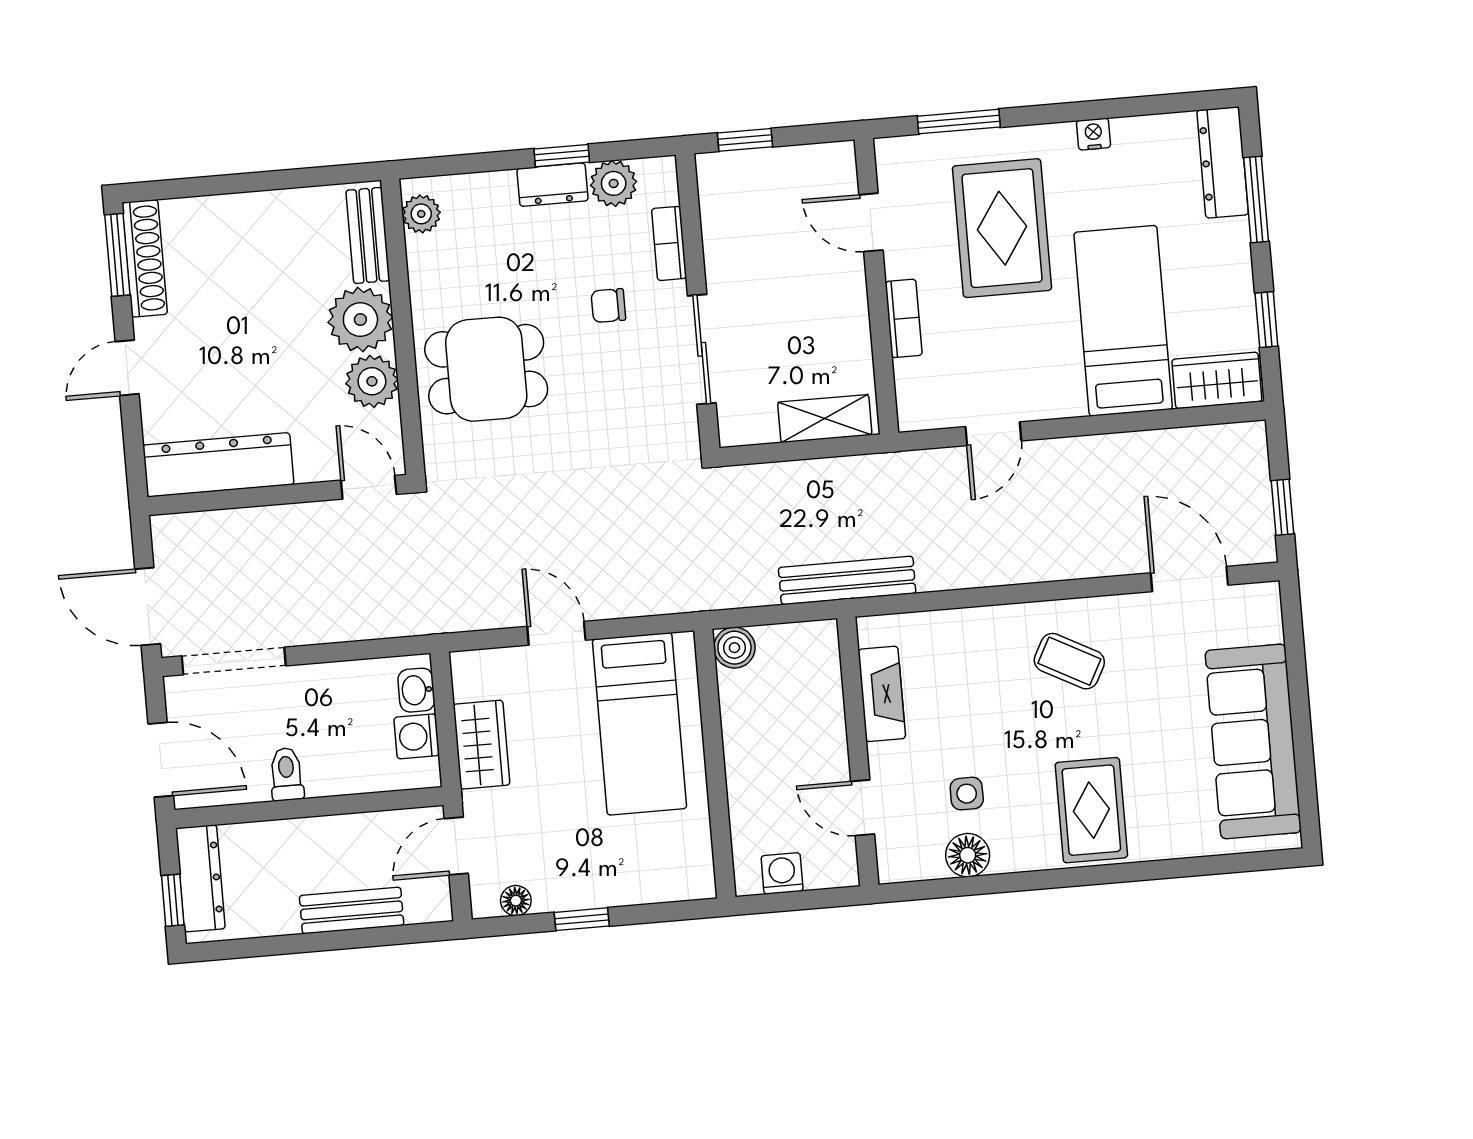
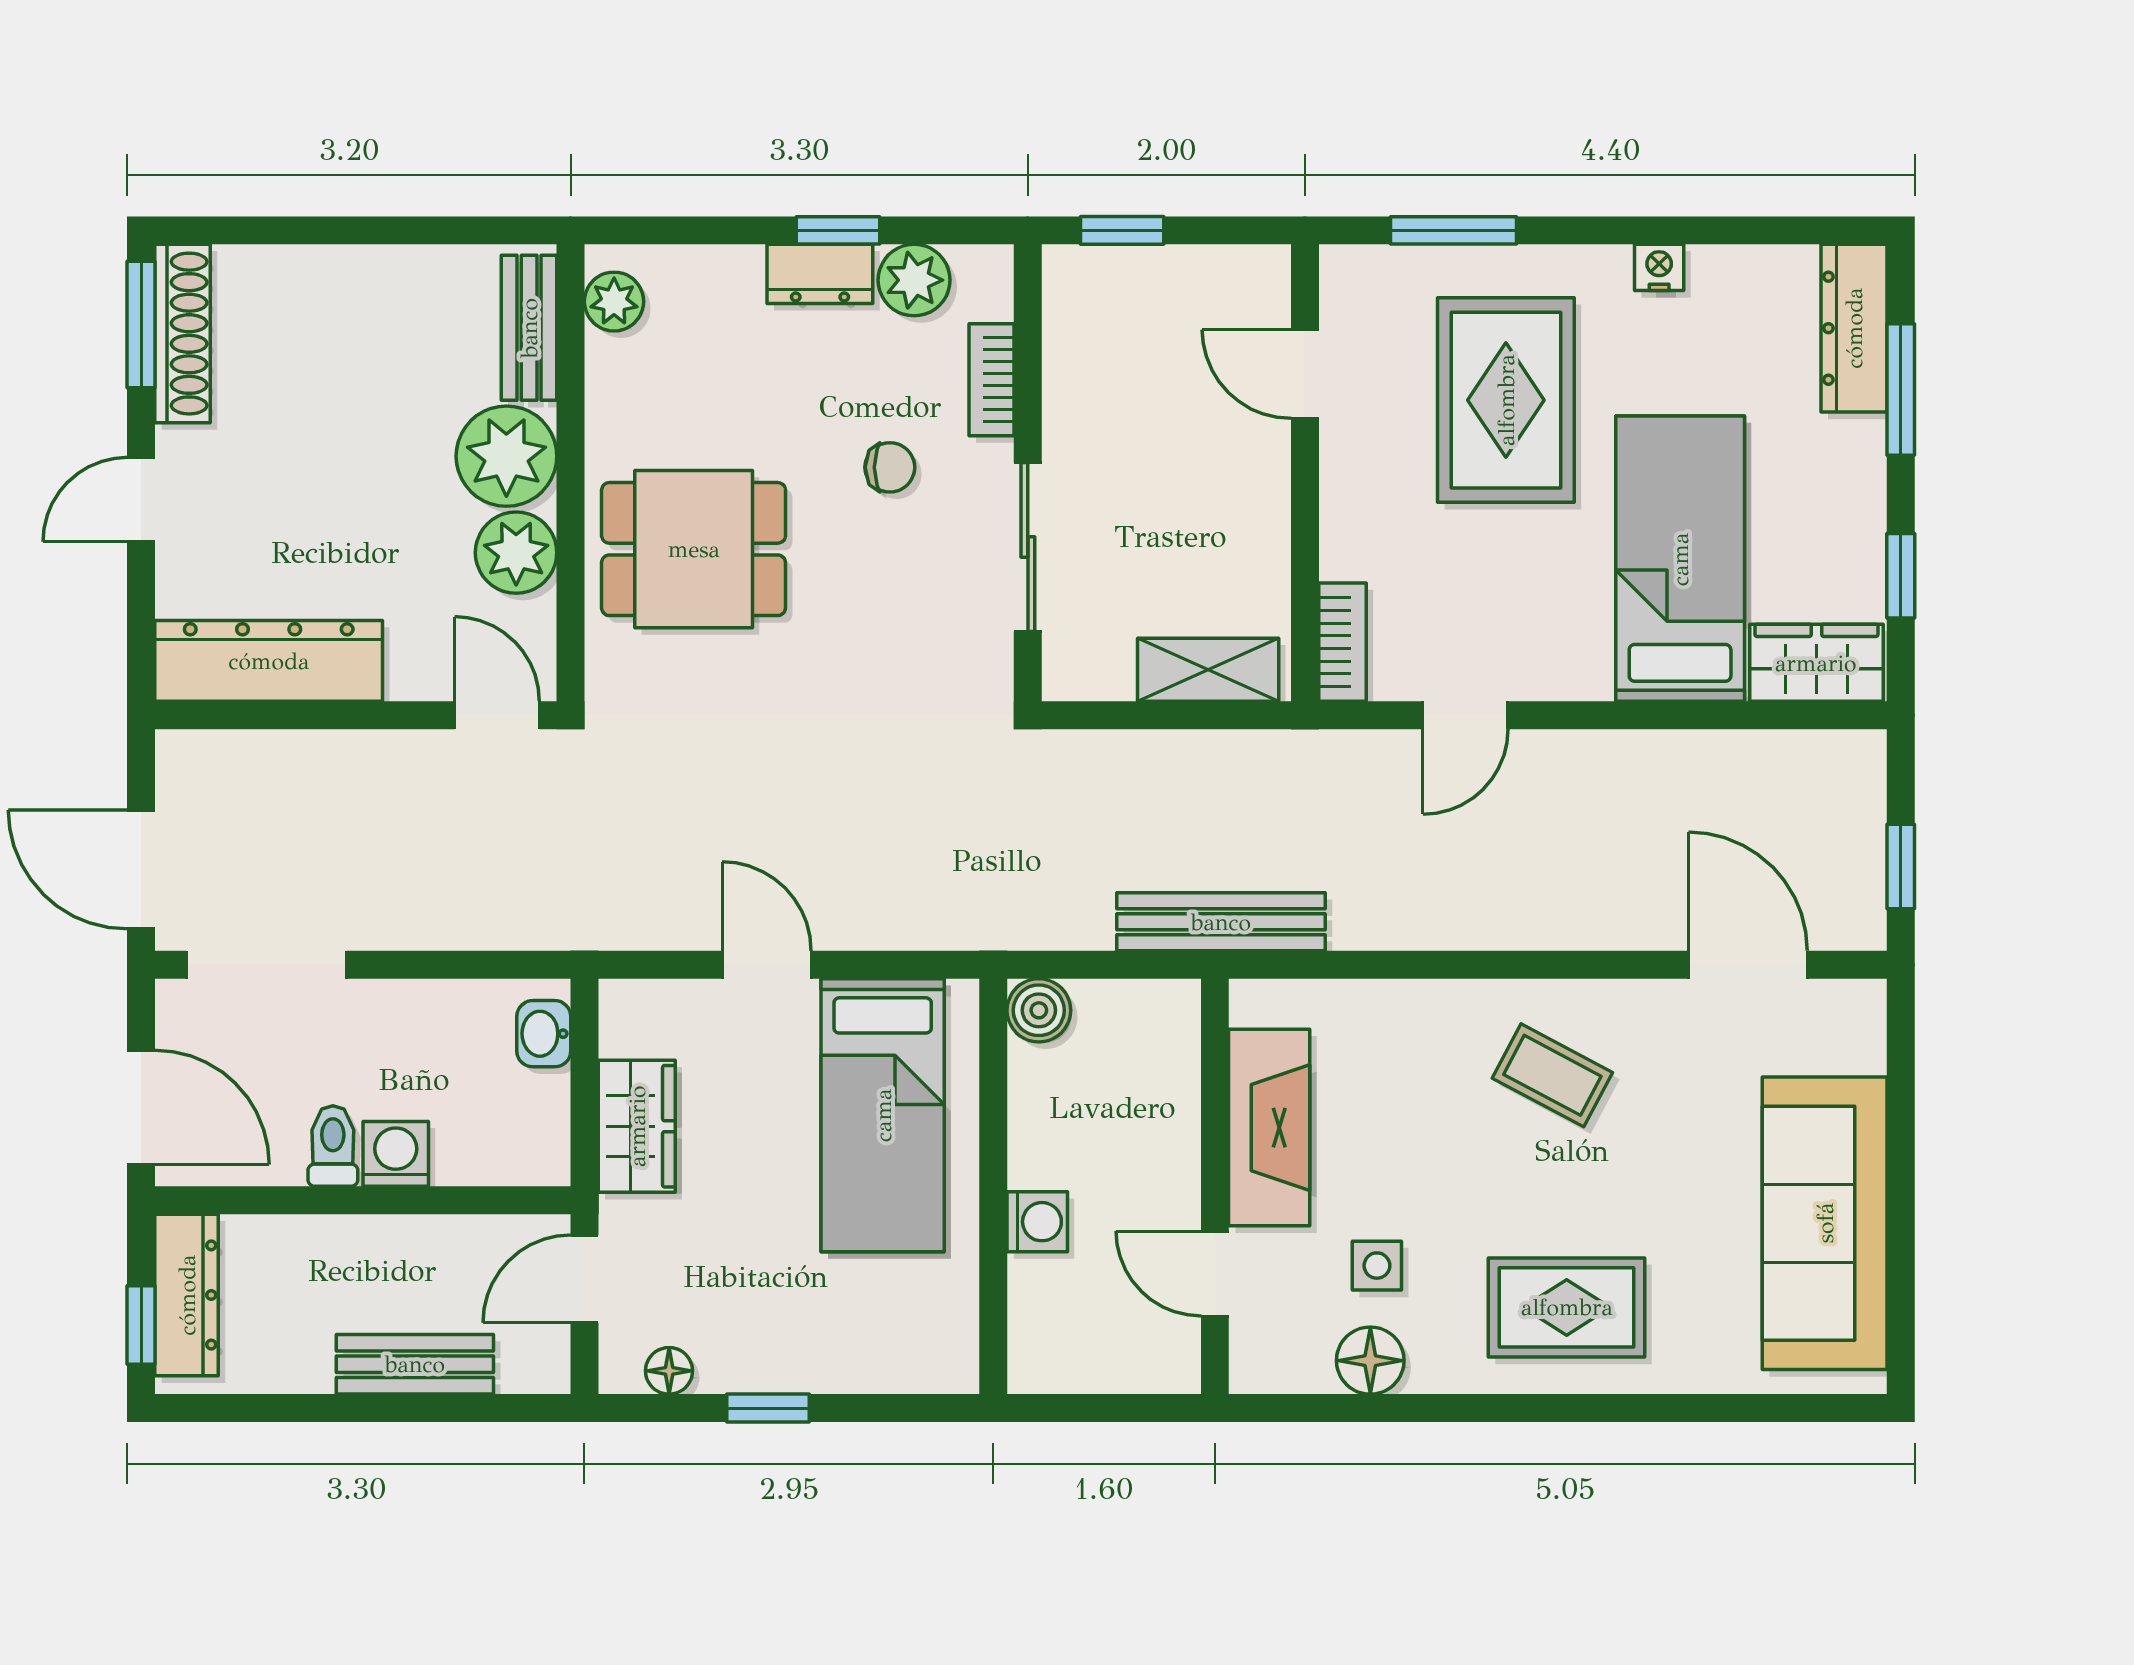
chair: (608, 306) -> (890, 467), turned 180
bookcase: (904, 318) -> (1343, 642), moved
fireplace: (882, 694) -> (1269, 1128), width x1.37, depth x1.32
washing machine: (417, 736) -> (396, 1154), moved, turned 90
rug: (1091, 810) -> (1567, 1307), turned 90
washing machine: (782, 873) -> (1037, 1222), moved, turned 90

